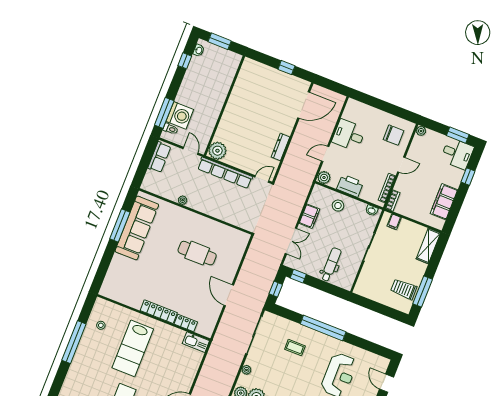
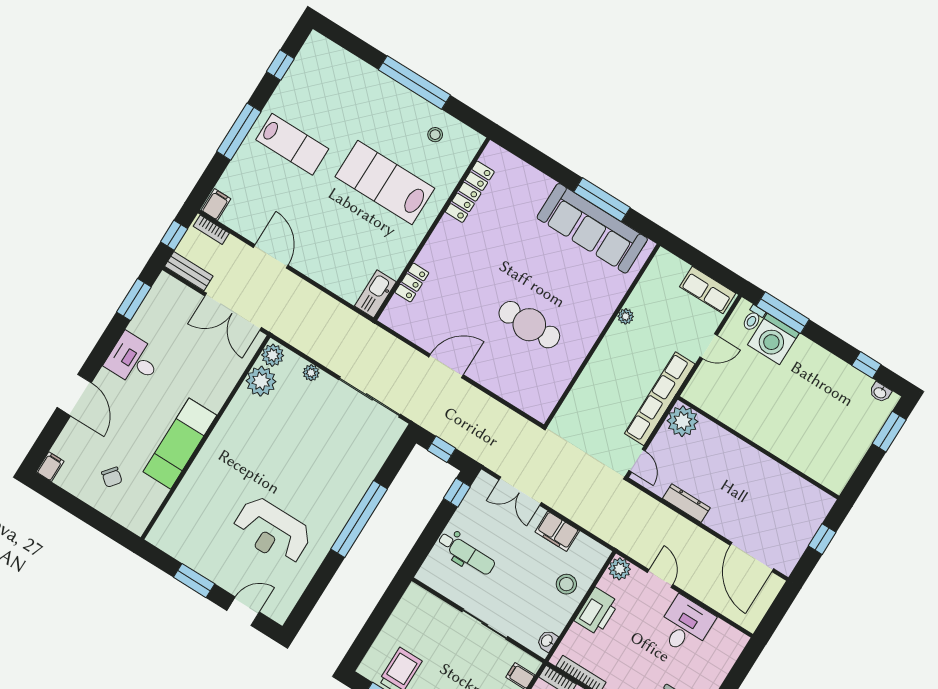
wall: (224, 106) -> (758, 448), moved
plant: (217, 151) -> (683, 421), moved
cafe table: (197, 253) -> (529, 325), turned 90
locker: (159, 312) -> (470, 192), moved
coffee table: (295, 348) -> (334, 464), removed

